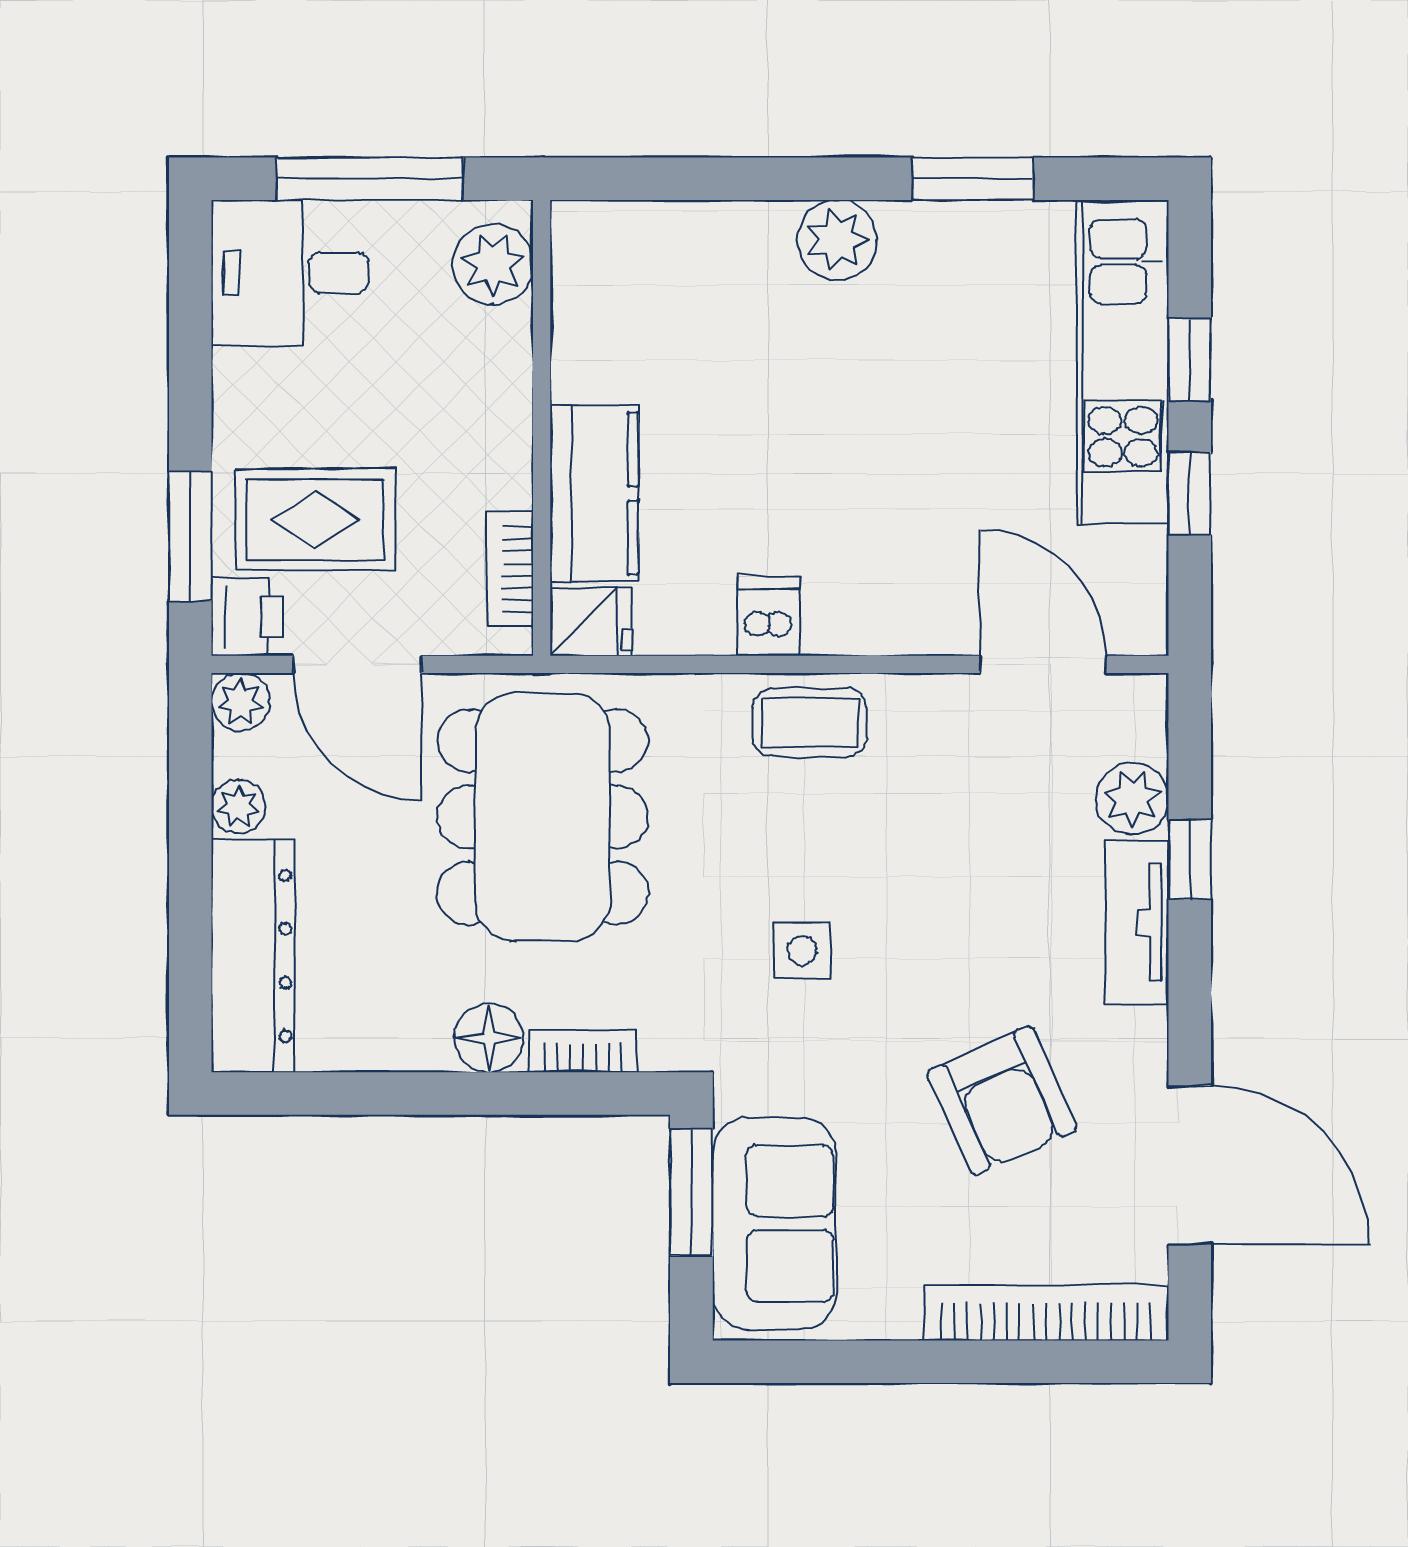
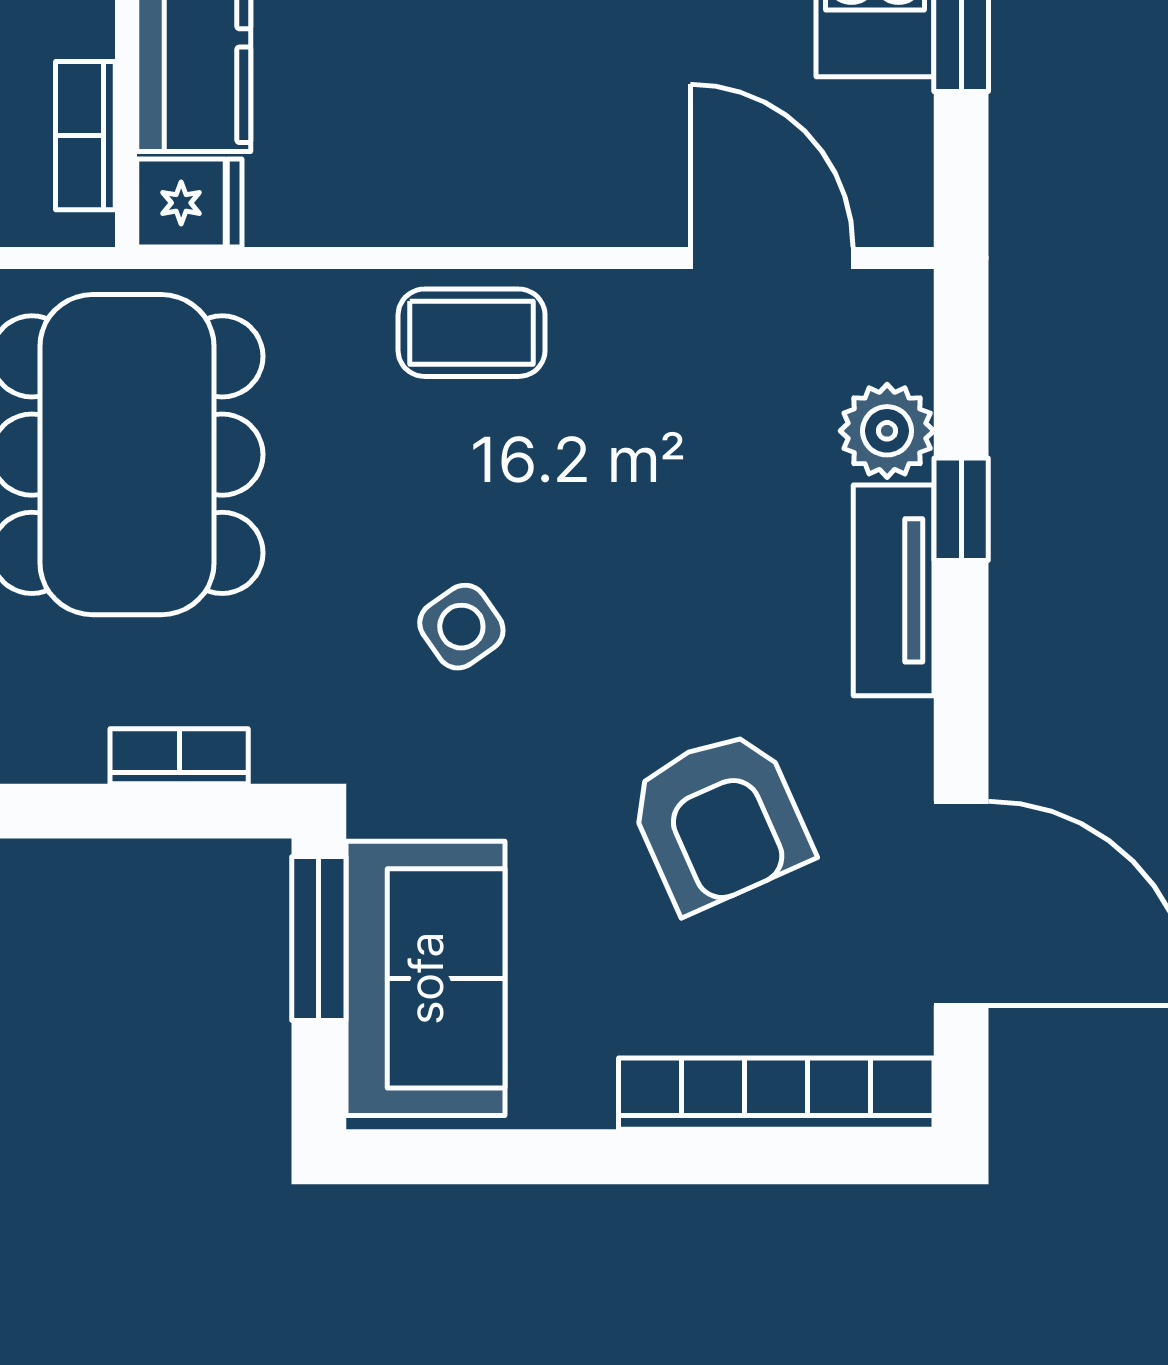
dishwasher: (768, 616) -> (418, 196), removed
side table: (802, 950) -> (461, 627), turned -35
floor lamp: (489, 1038) -> (58, 739), removed

